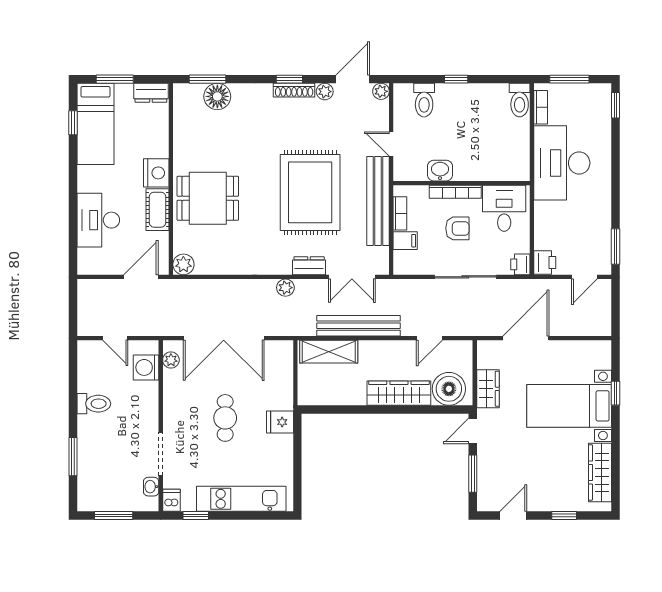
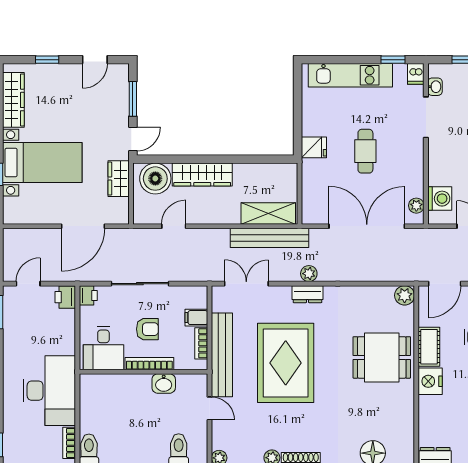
armchair: (457, 228) -> (147, 329), turned 180
dresser: (309, 266) -> (307, 294), moved
bench: (358, 326) -> (269, 238), moved

